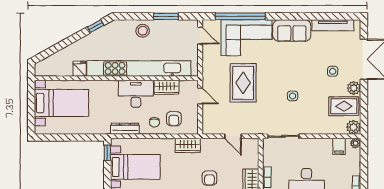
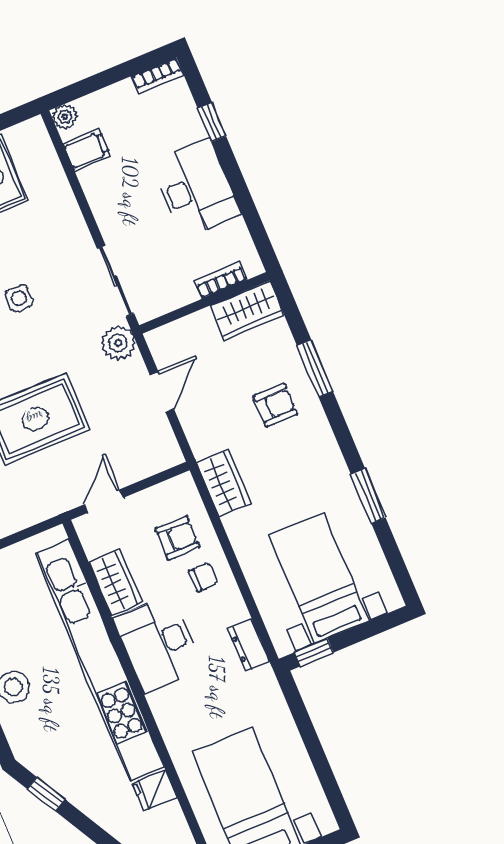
plant: (353, 127) -> (118, 343), moved
dresser: (125, 129) -> (249, 645), width x0.70

